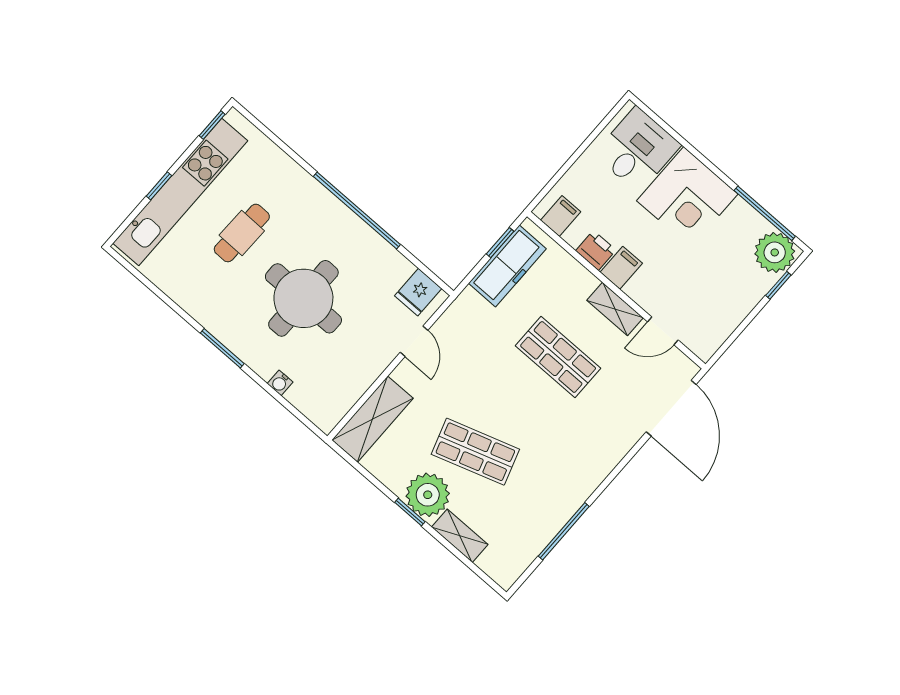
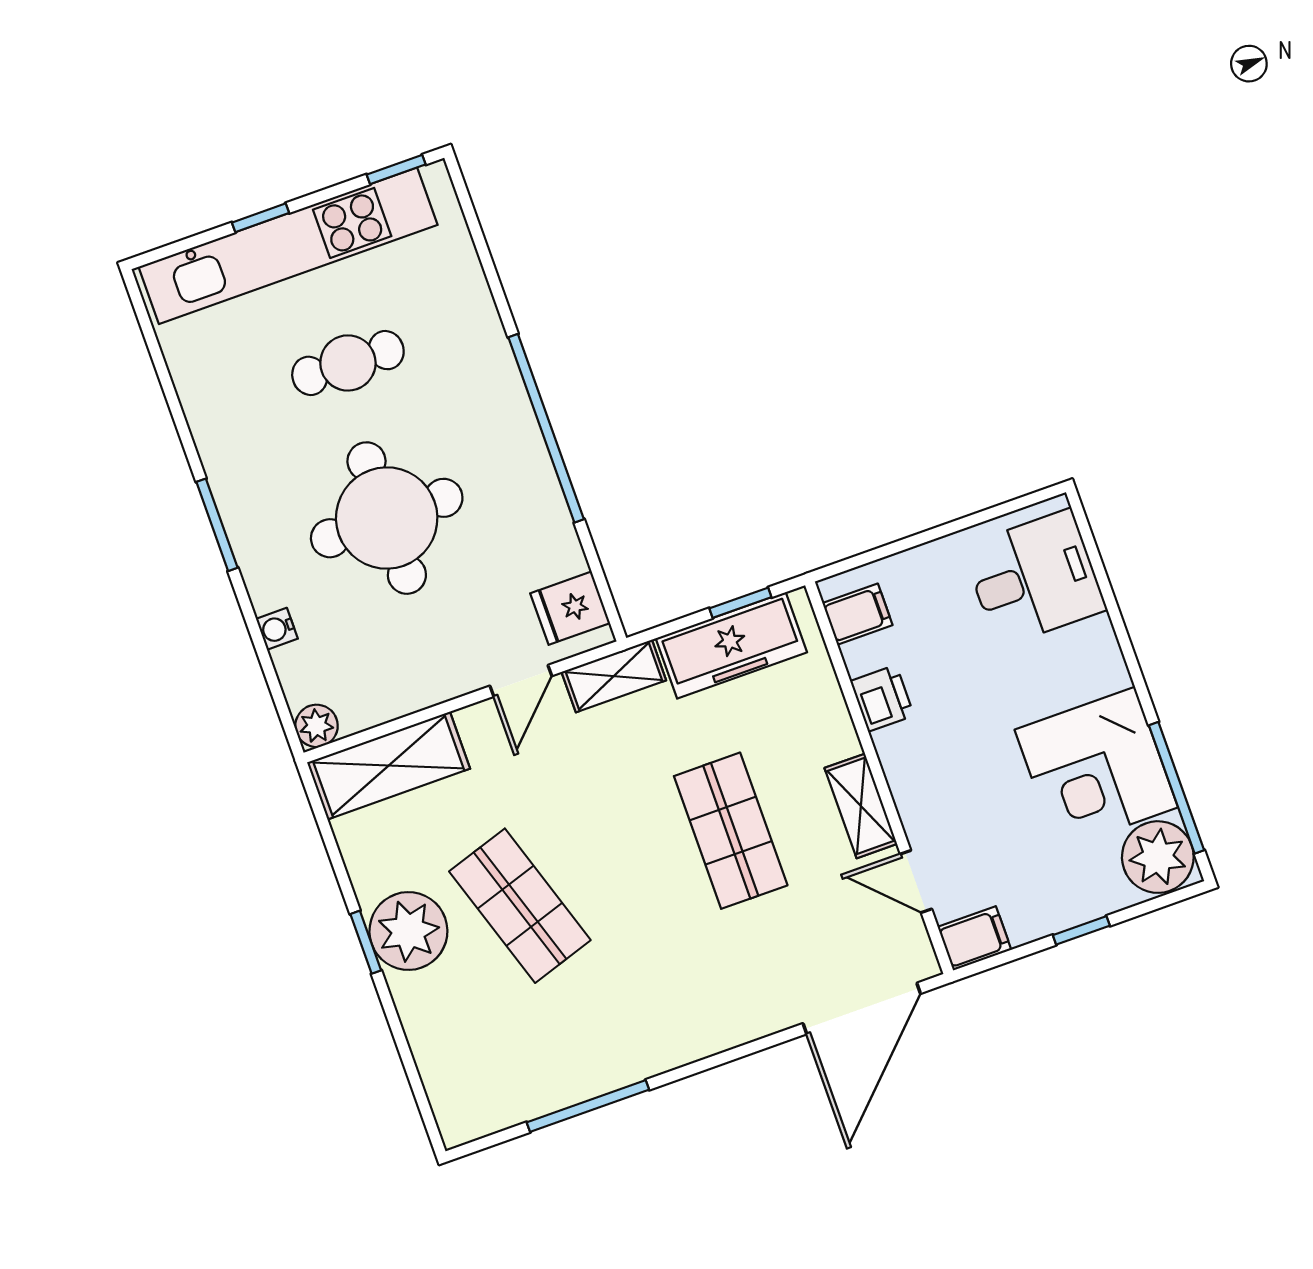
corner desk: (687, 197) -> (1096, 769), moved
filing cabinet: (621, 268) -> (974, 938), moved
window: (778, 285) -> (1081, 930), moved
plant: (326, 420) -> (316, 726), added
shelving: (460, 536) -> (614, 676), moved, turned 90

